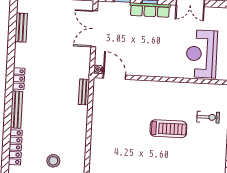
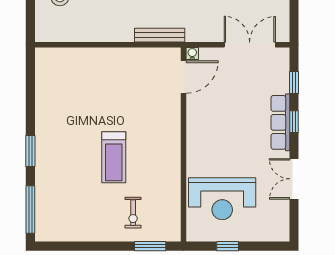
reception desk: (202, 54) -> (222, 199), turned 180
bench: (84, 92) -> (160, 35), width x1.36

